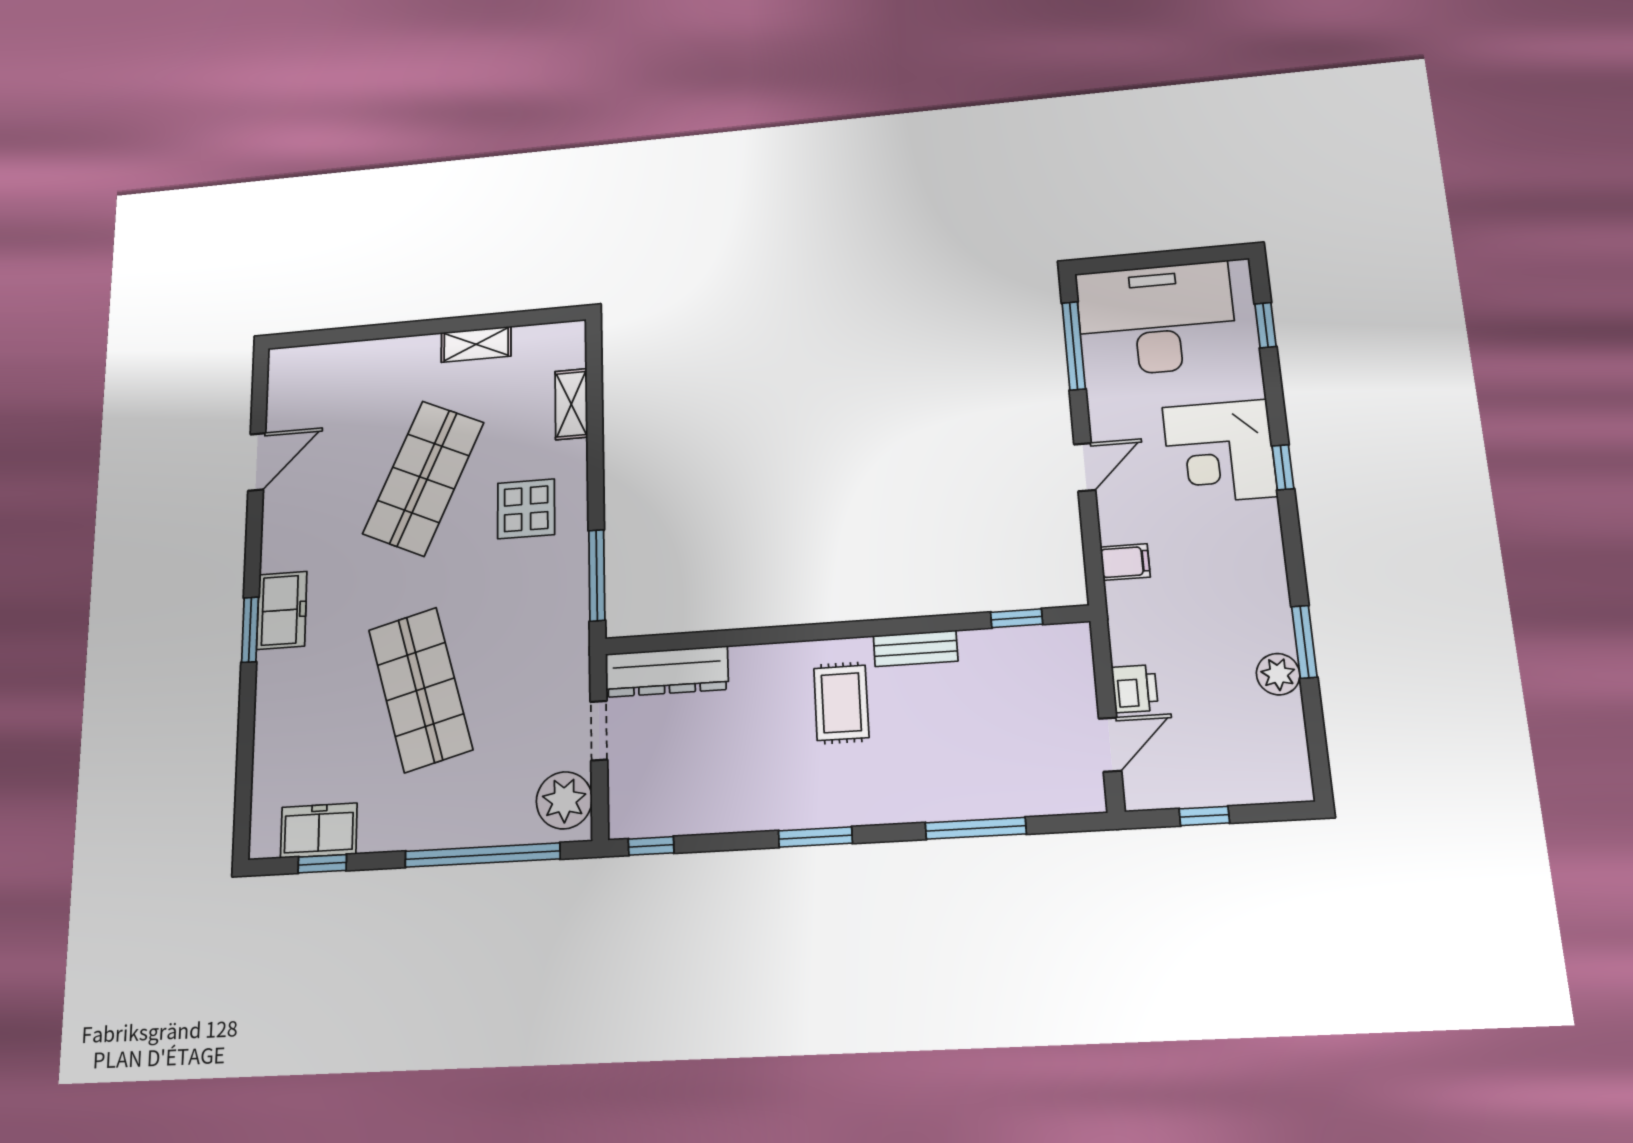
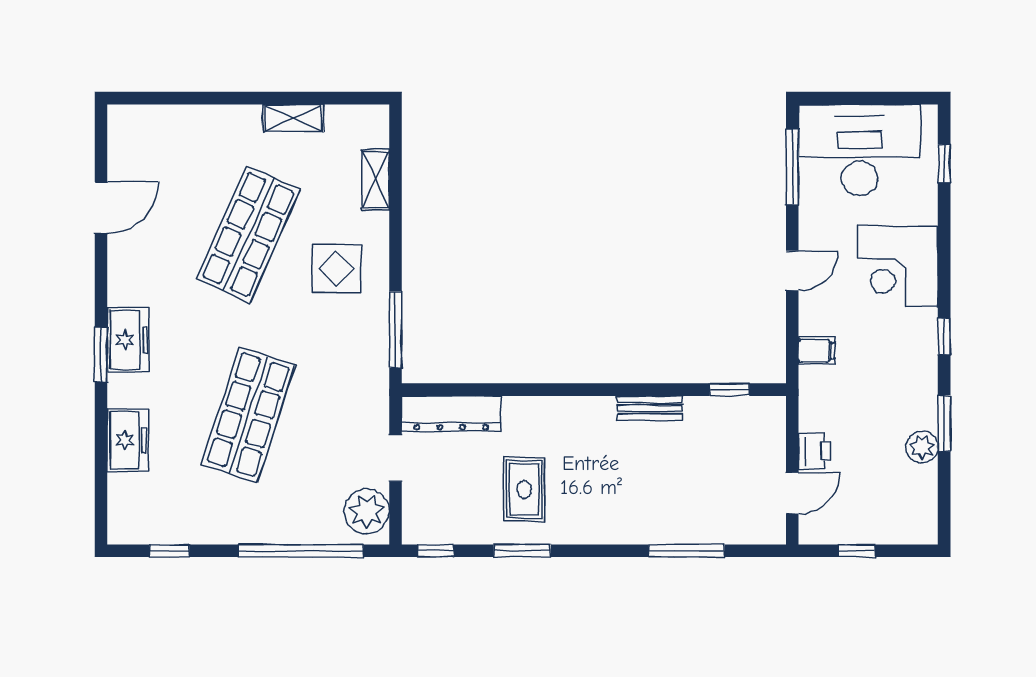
window: (1283, 467) -> (944, 336), moved
shop shelf: (420, 689) -> (248, 415), turned 33
rug: (841, 703) -> (524, 490), moved
freezer: (319, 831) -> (128, 440), moved, turned 90
window: (815, 837) -> (522, 551), moved

